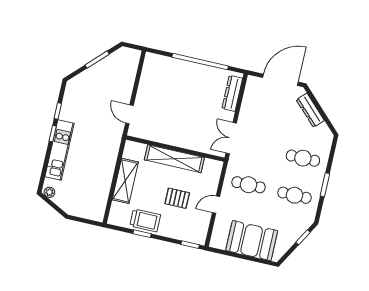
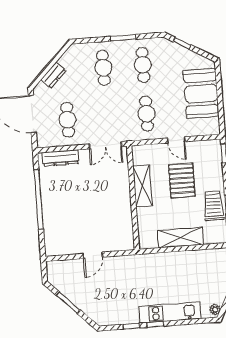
dresser: (310, 110) -> (53, 75), width x0.70
cafe table: (265, 111) -> (68, 120), added
door: (129, 114) -> (93, 255), moved
shelving: (174, 159) -> (143, 186), width x0.68
pallet: (177, 198) -> (182, 181), width x1.50, depth x1.42

